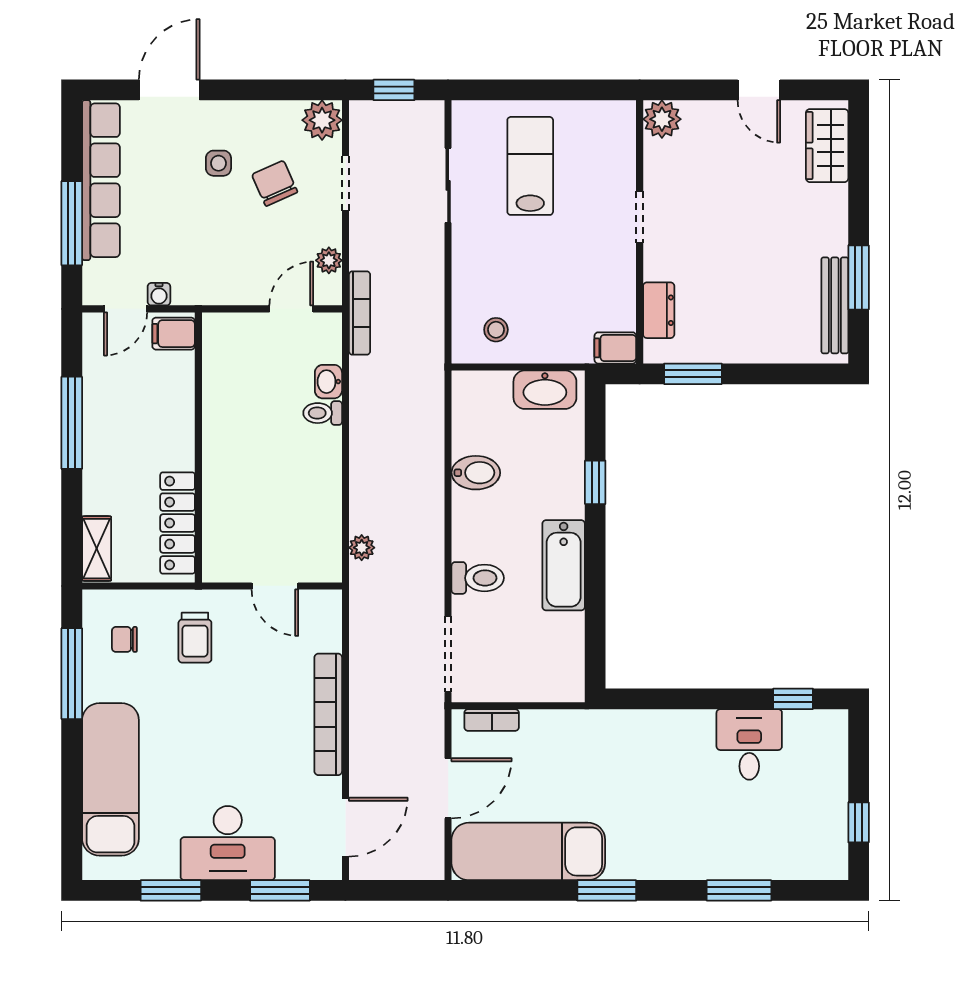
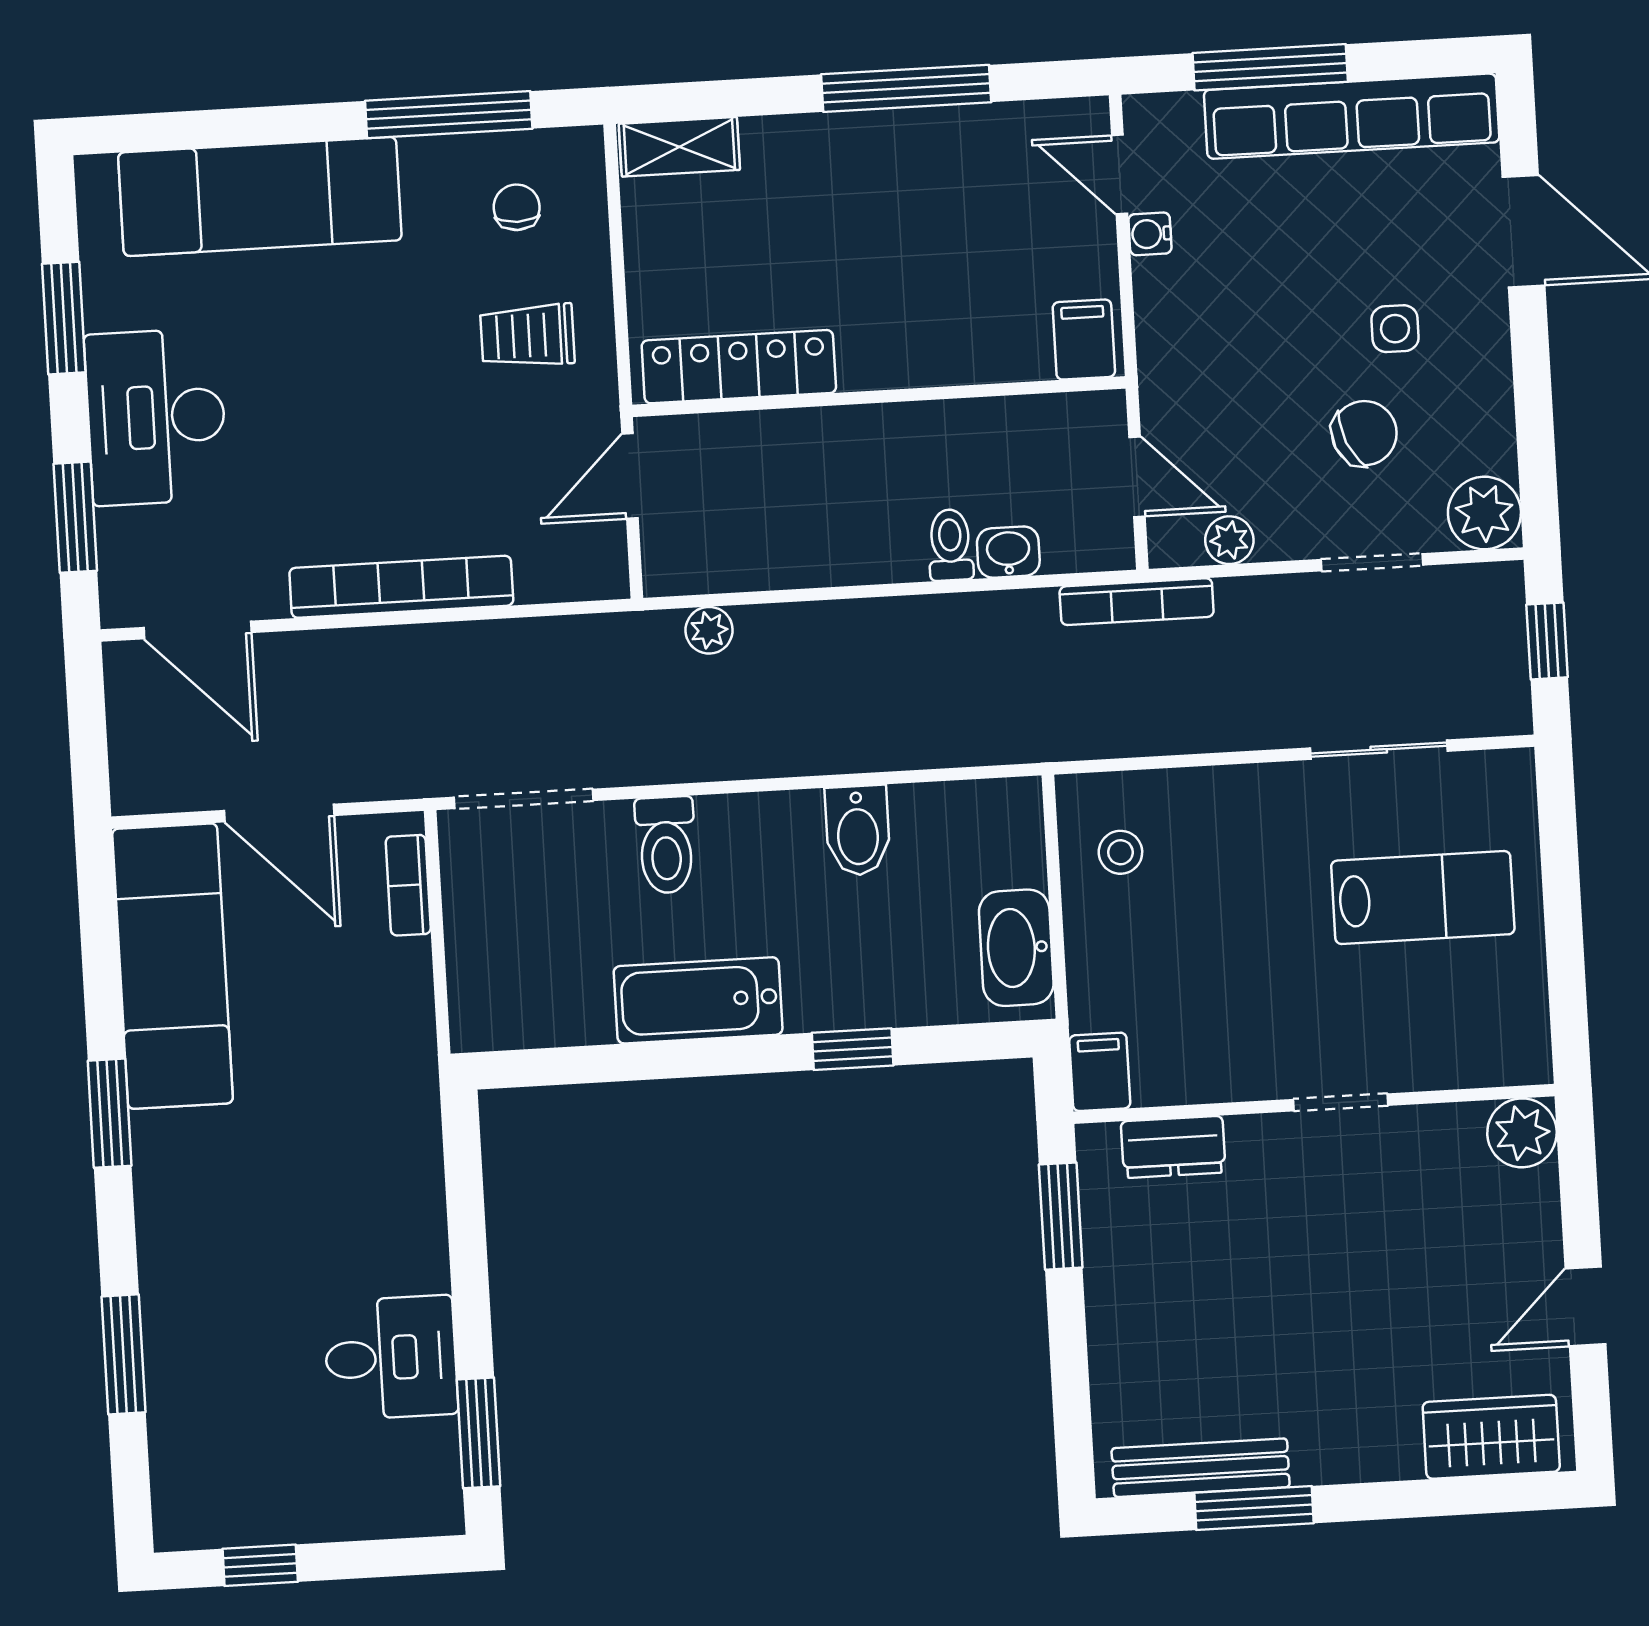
filing cabinet: (174, 334) -> (1084, 340), moved
wall: (198, 447) -> (879, 397), moved
locker: (178, 523) -> (739, 367), moved
window: (793, 699) -> (479, 1433), width x1.50

